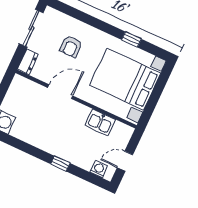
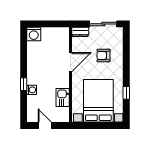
door: (60, 92) -> (71, 62), hinge flipped
washing machine: (99, 169) -> (32, 90), moved

